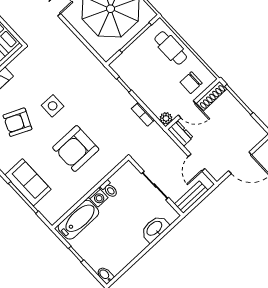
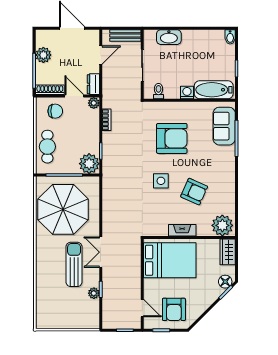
plant: (124, 66) -> (89, 164), added
plant: (243, 119) -> (43, 55), added
sofa: (28, 182) -> (224, 126), moved
toilet: (109, 189) -> (159, 91), moved

